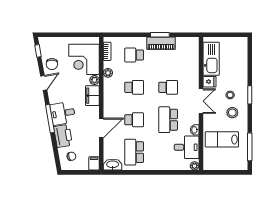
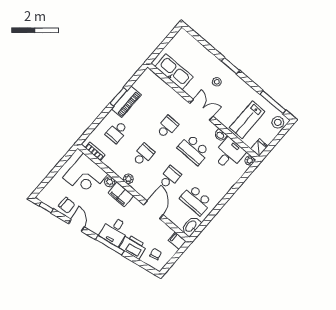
plant: (108, 73) -> (128, 179), moved
fridge: (210, 82) -> (259, 147), moved
stool: (232, 113) -> (278, 122), moved

